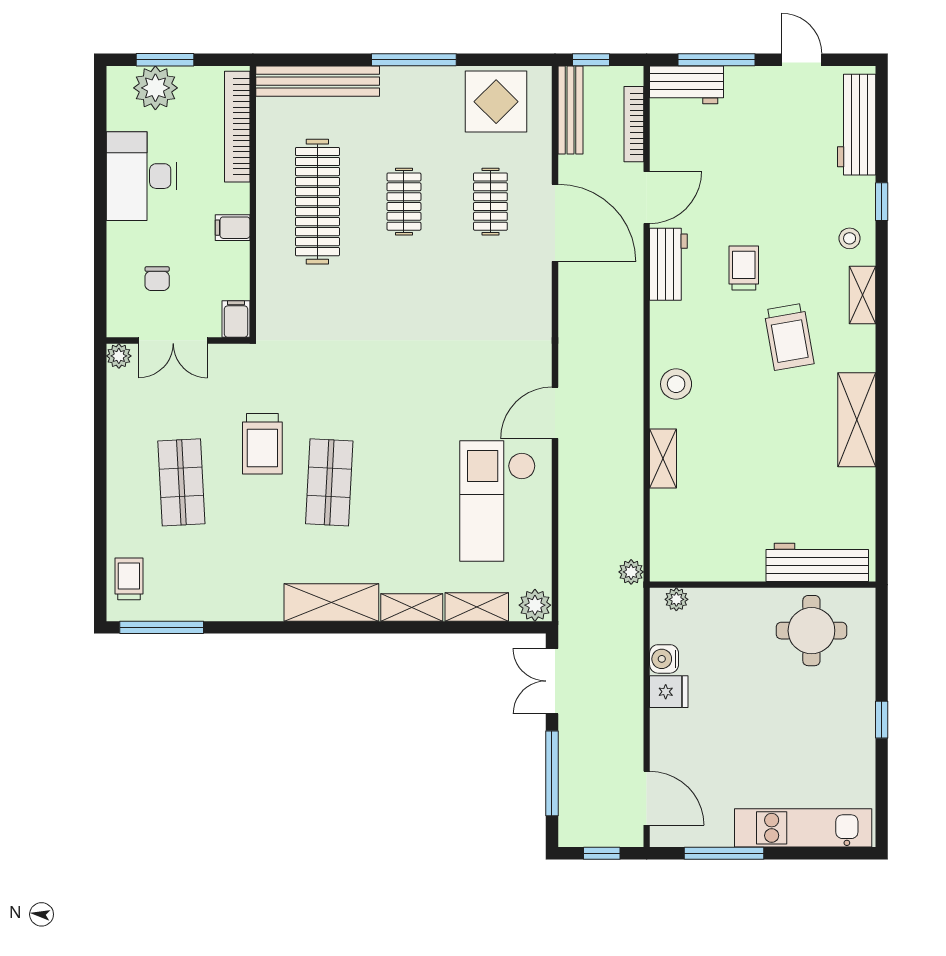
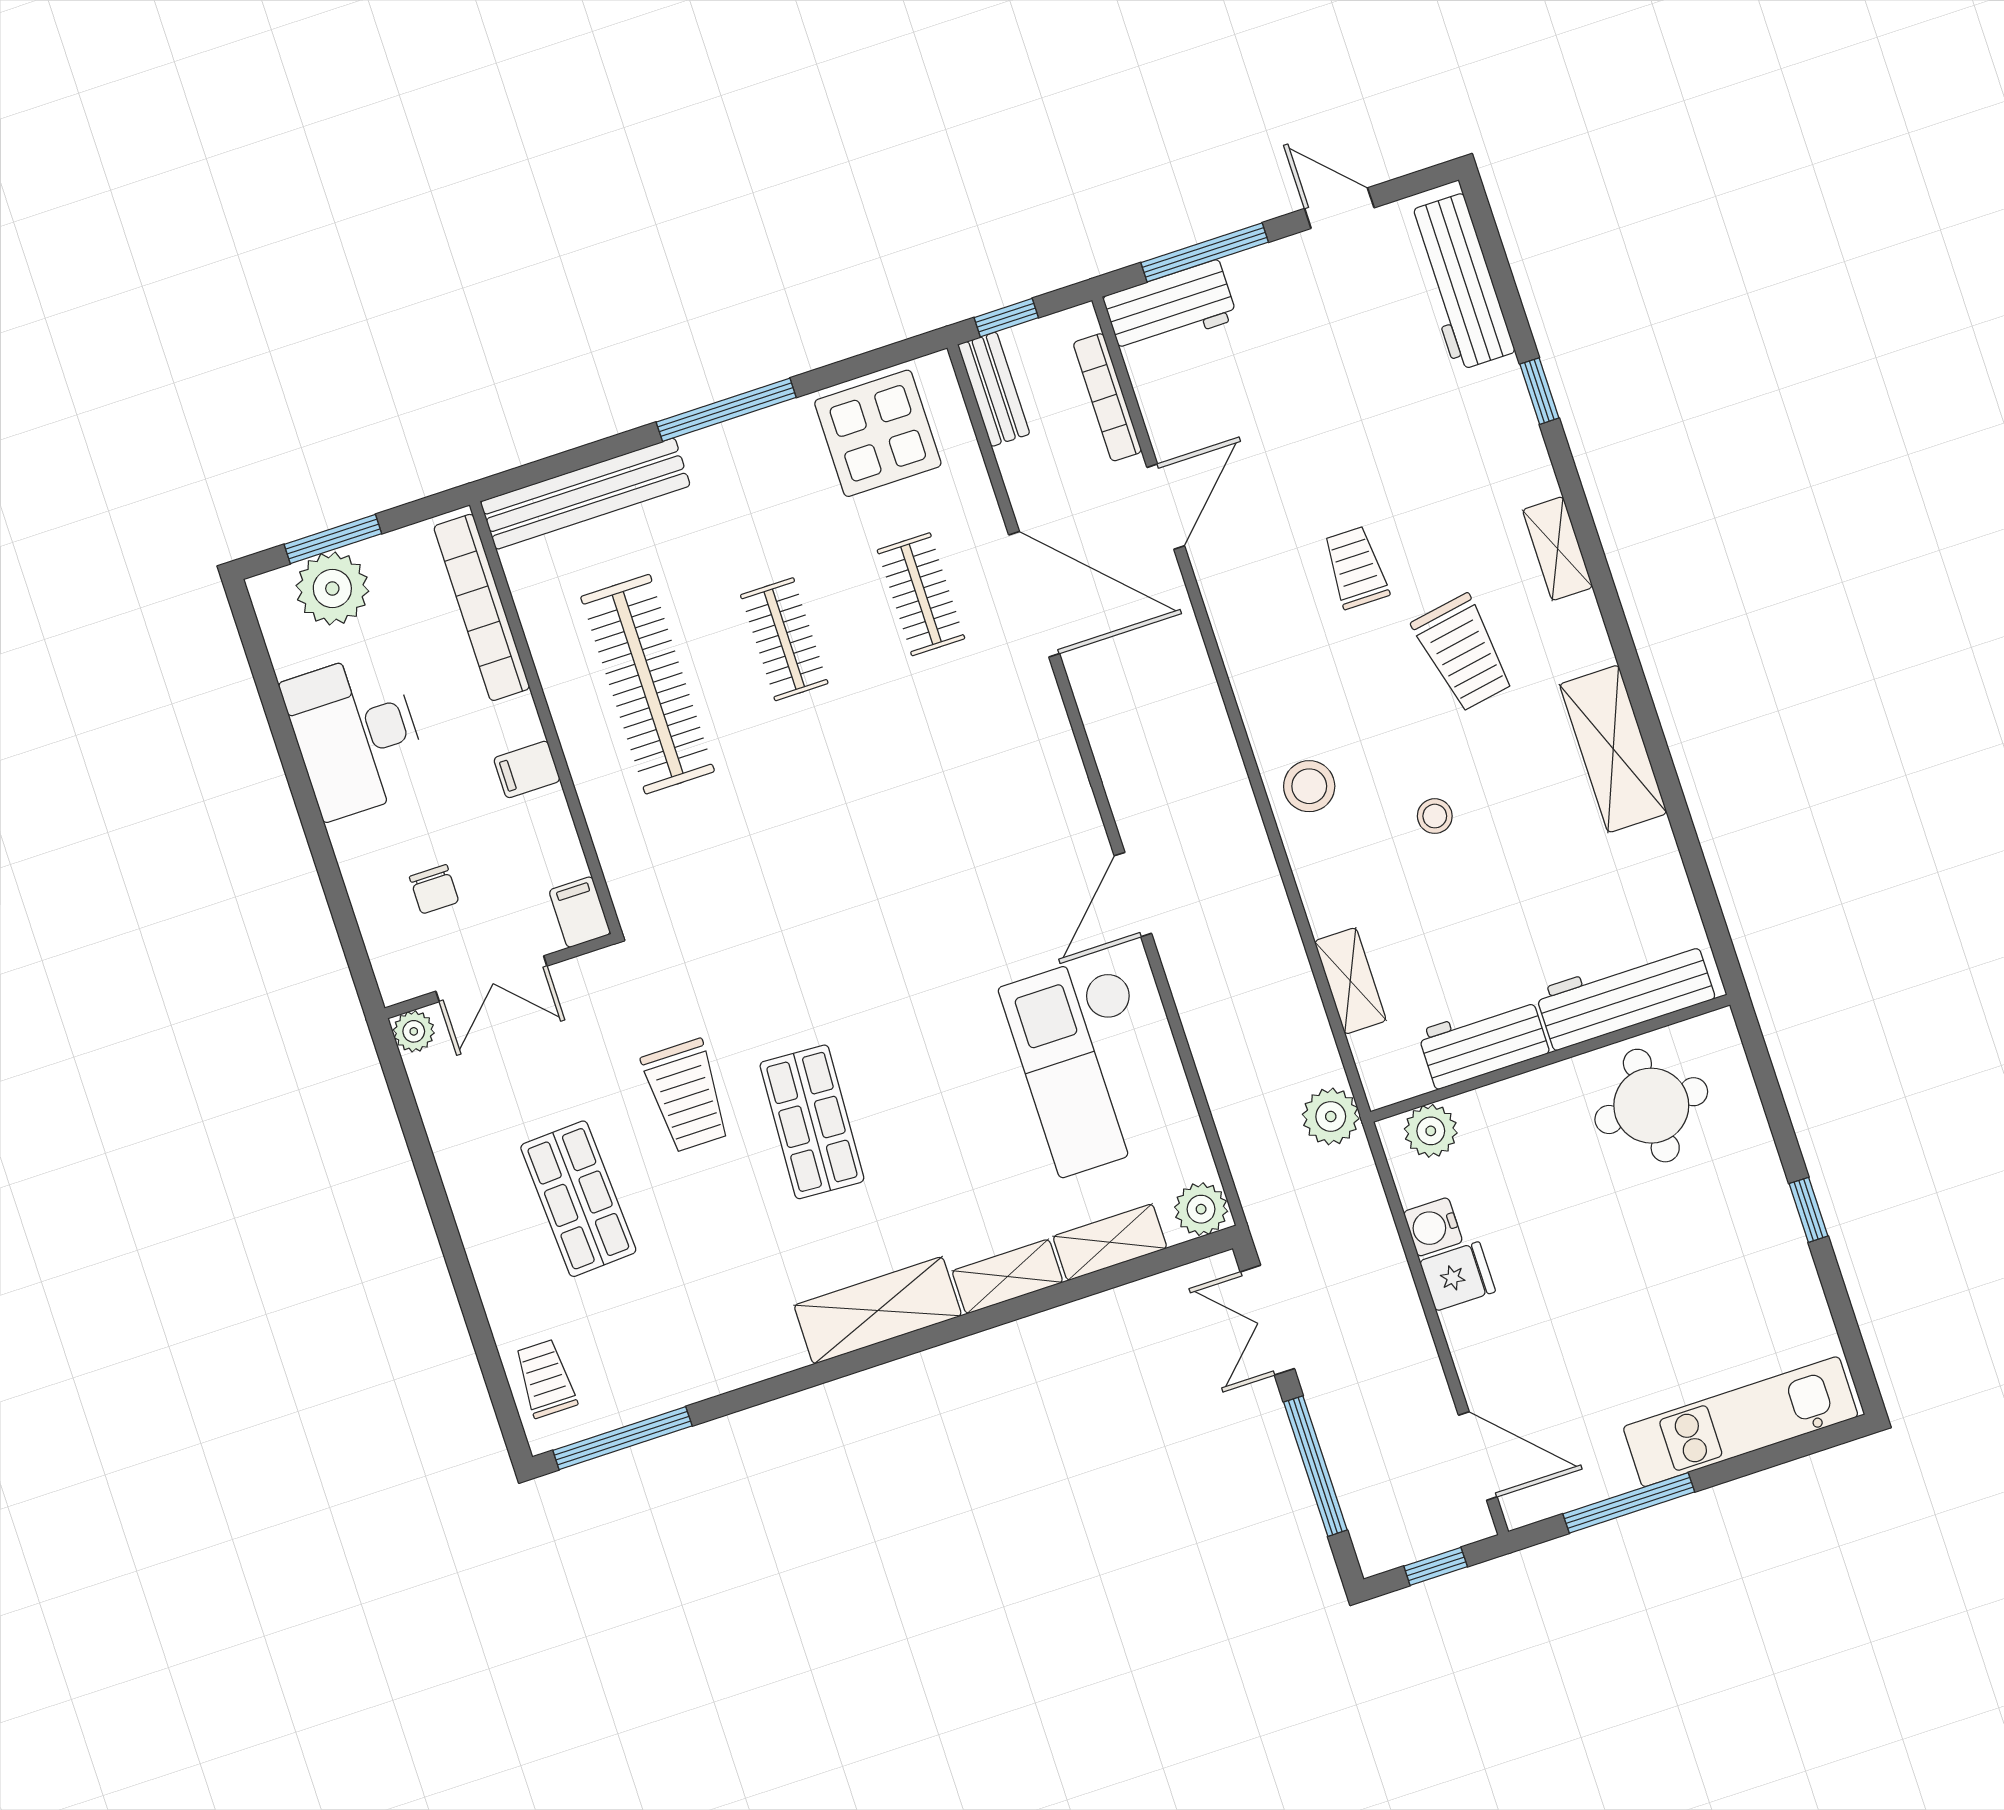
bench: (570, 110) -> (994, 389), width x0.73
stool: (850, 238) -> (1435, 816), moved
workbench: (668, 264) -> (1483, 1042), moved, turned -90
shelving: (663, 459) -> (1350, 981), moved
plant: (631, 572) -> (1331, 1116), width x1.38, depth x1.38
plant: (676, 599) -> (1431, 1131), width x1.38, depth x1.38

